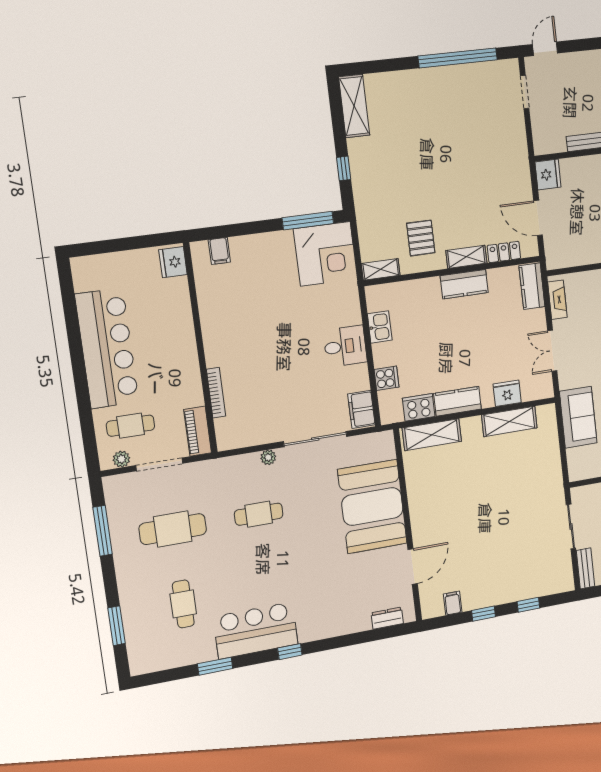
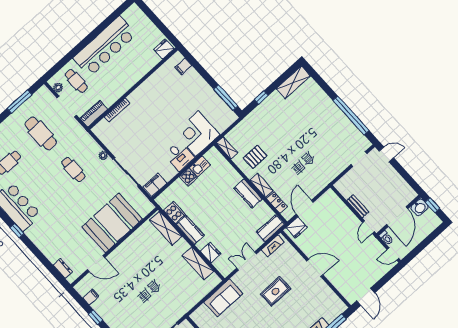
fridge: (548, 175) -> (297, 227), moved
corner desk: (325, 254) -> (197, 134), moved, turned 90
cooker: (387, 378) -> (188, 177), moved

